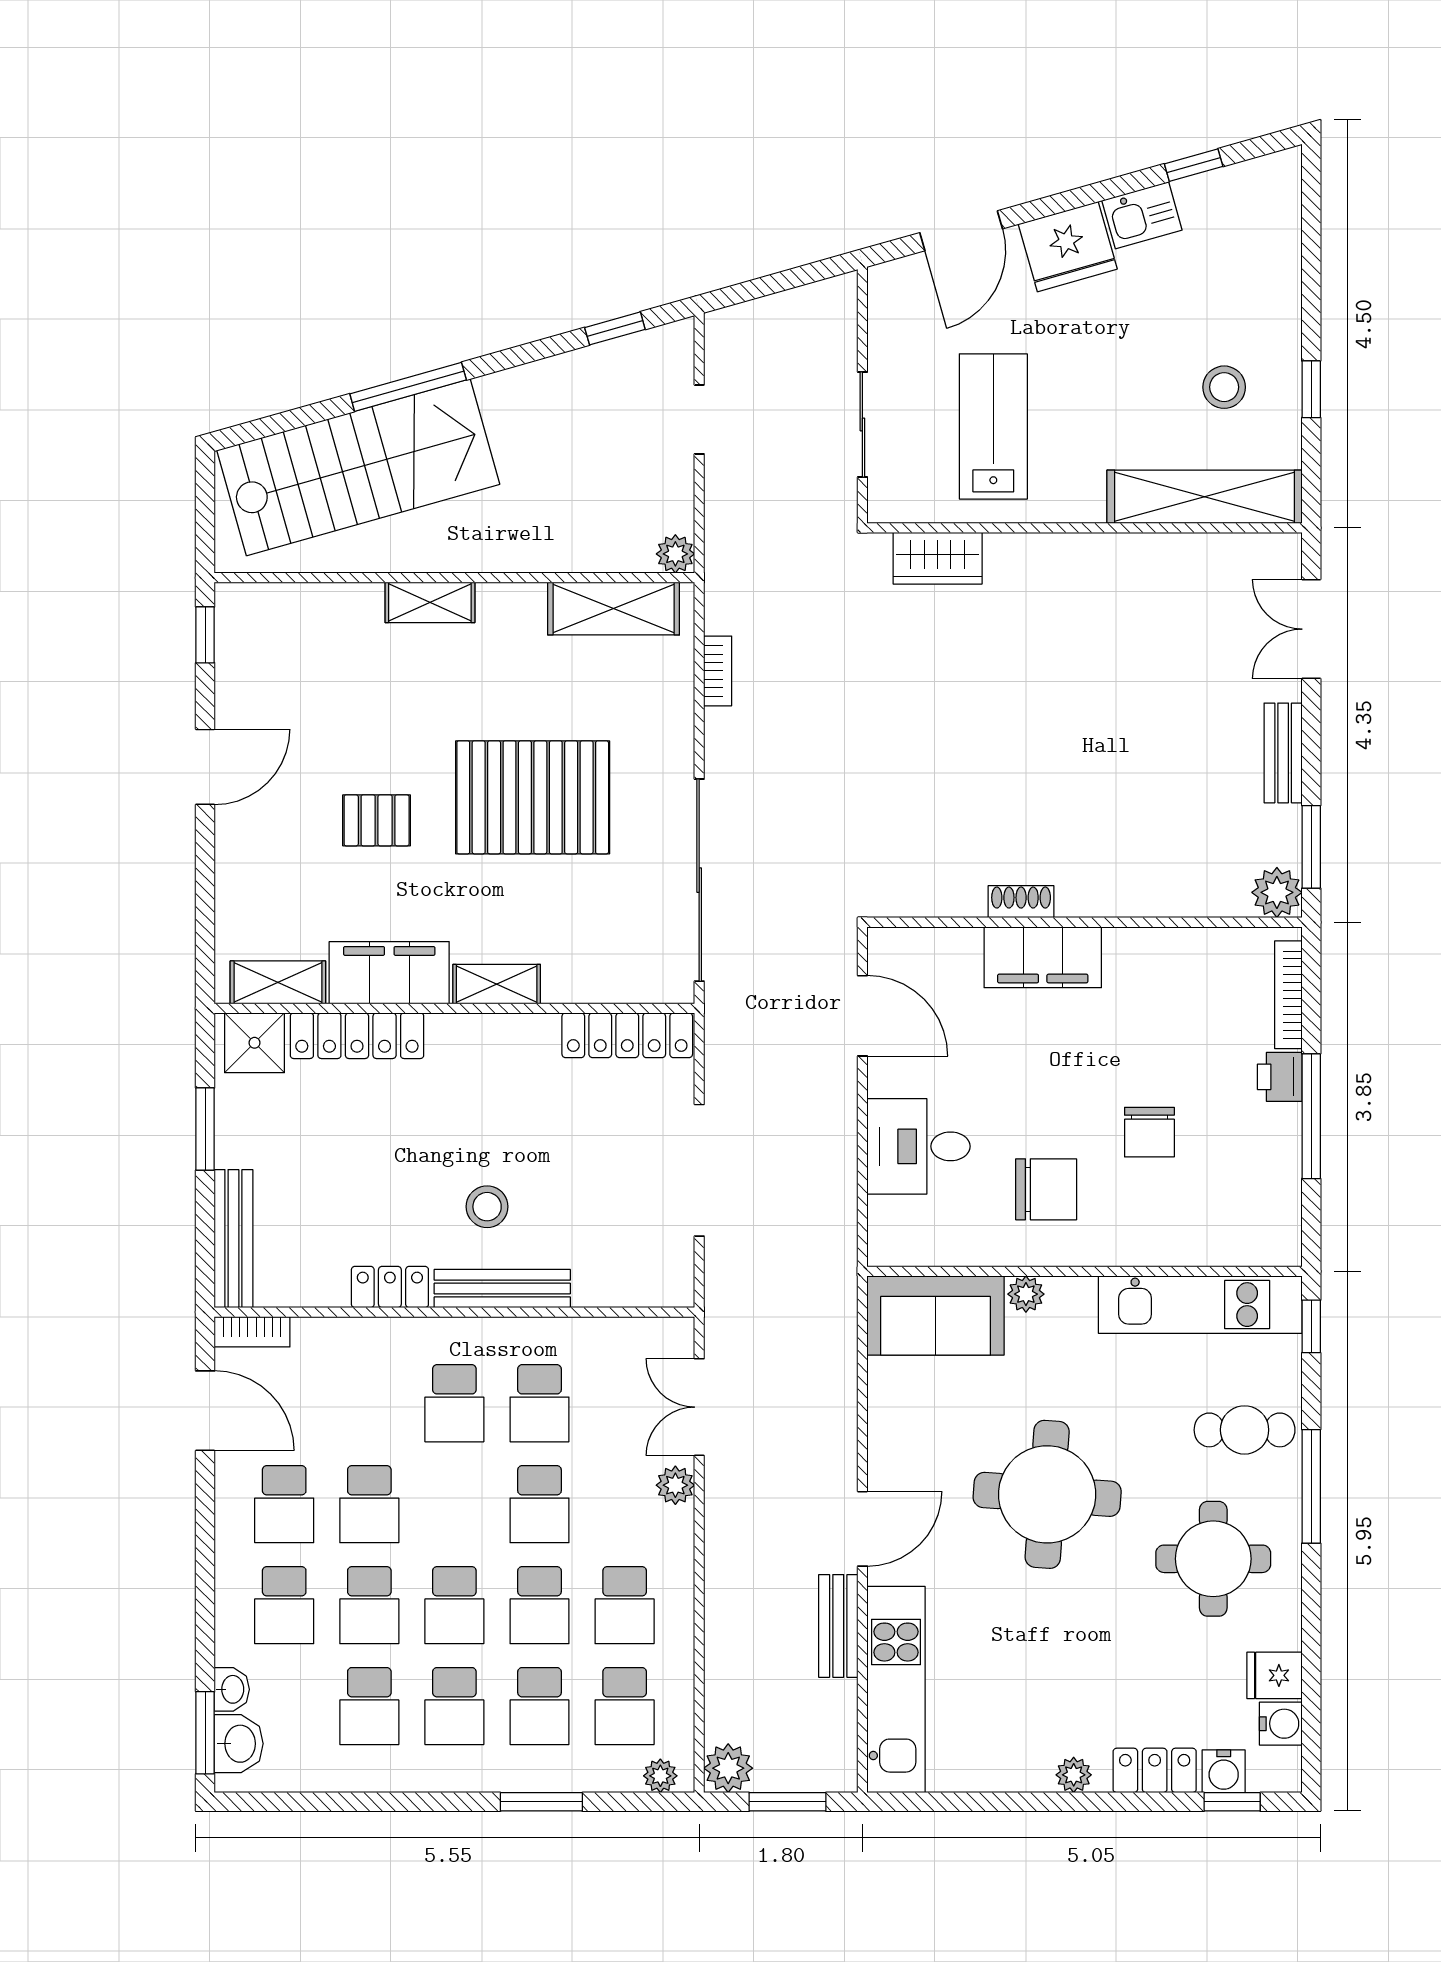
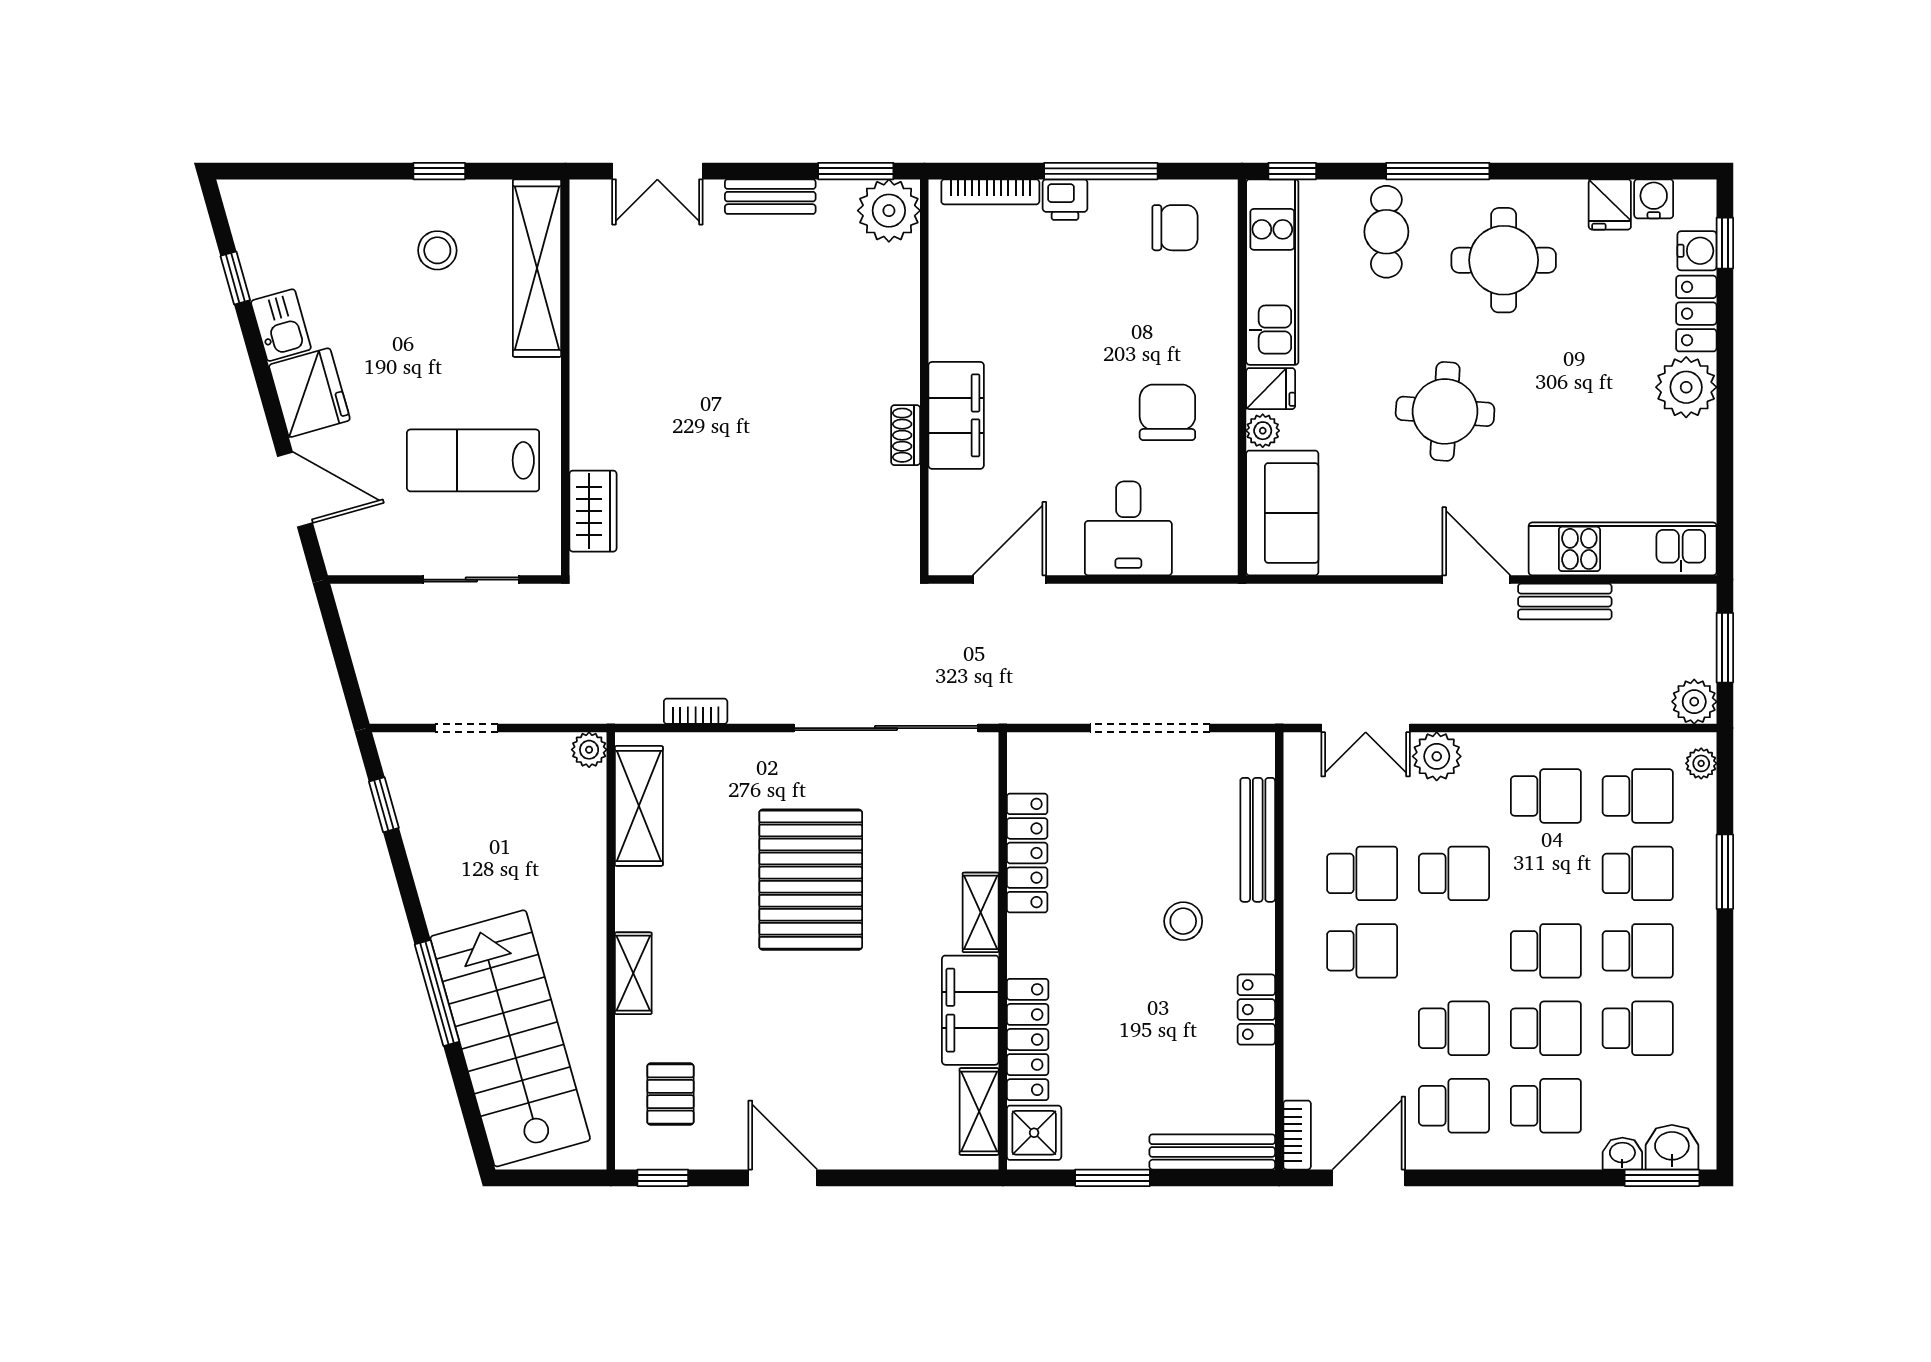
pallet: (377, 820) -> (670, 1094), moved
plant: (1277, 892) -> (889, 211), width x1.36, depth x1.36
locker: (627, 1035) -> (1027, 853), moved
chair: (1149, 1132) -> (1175, 228), moved
bench: (502, 1289) -> (1258, 840), moved
fridge: (1072, 1303) -> (1271, 389), added
plant: (675, 1485) -> (1437, 756), width x1.38, depth x1.38
round table: (1047, 1494) -> (1445, 411), width x0.73, depth x0.73
school desk: (539, 1605) -> (1546, 873), removed
plant: (1074, 1775) -> (1686, 387), width x1.88, depth x1.88

